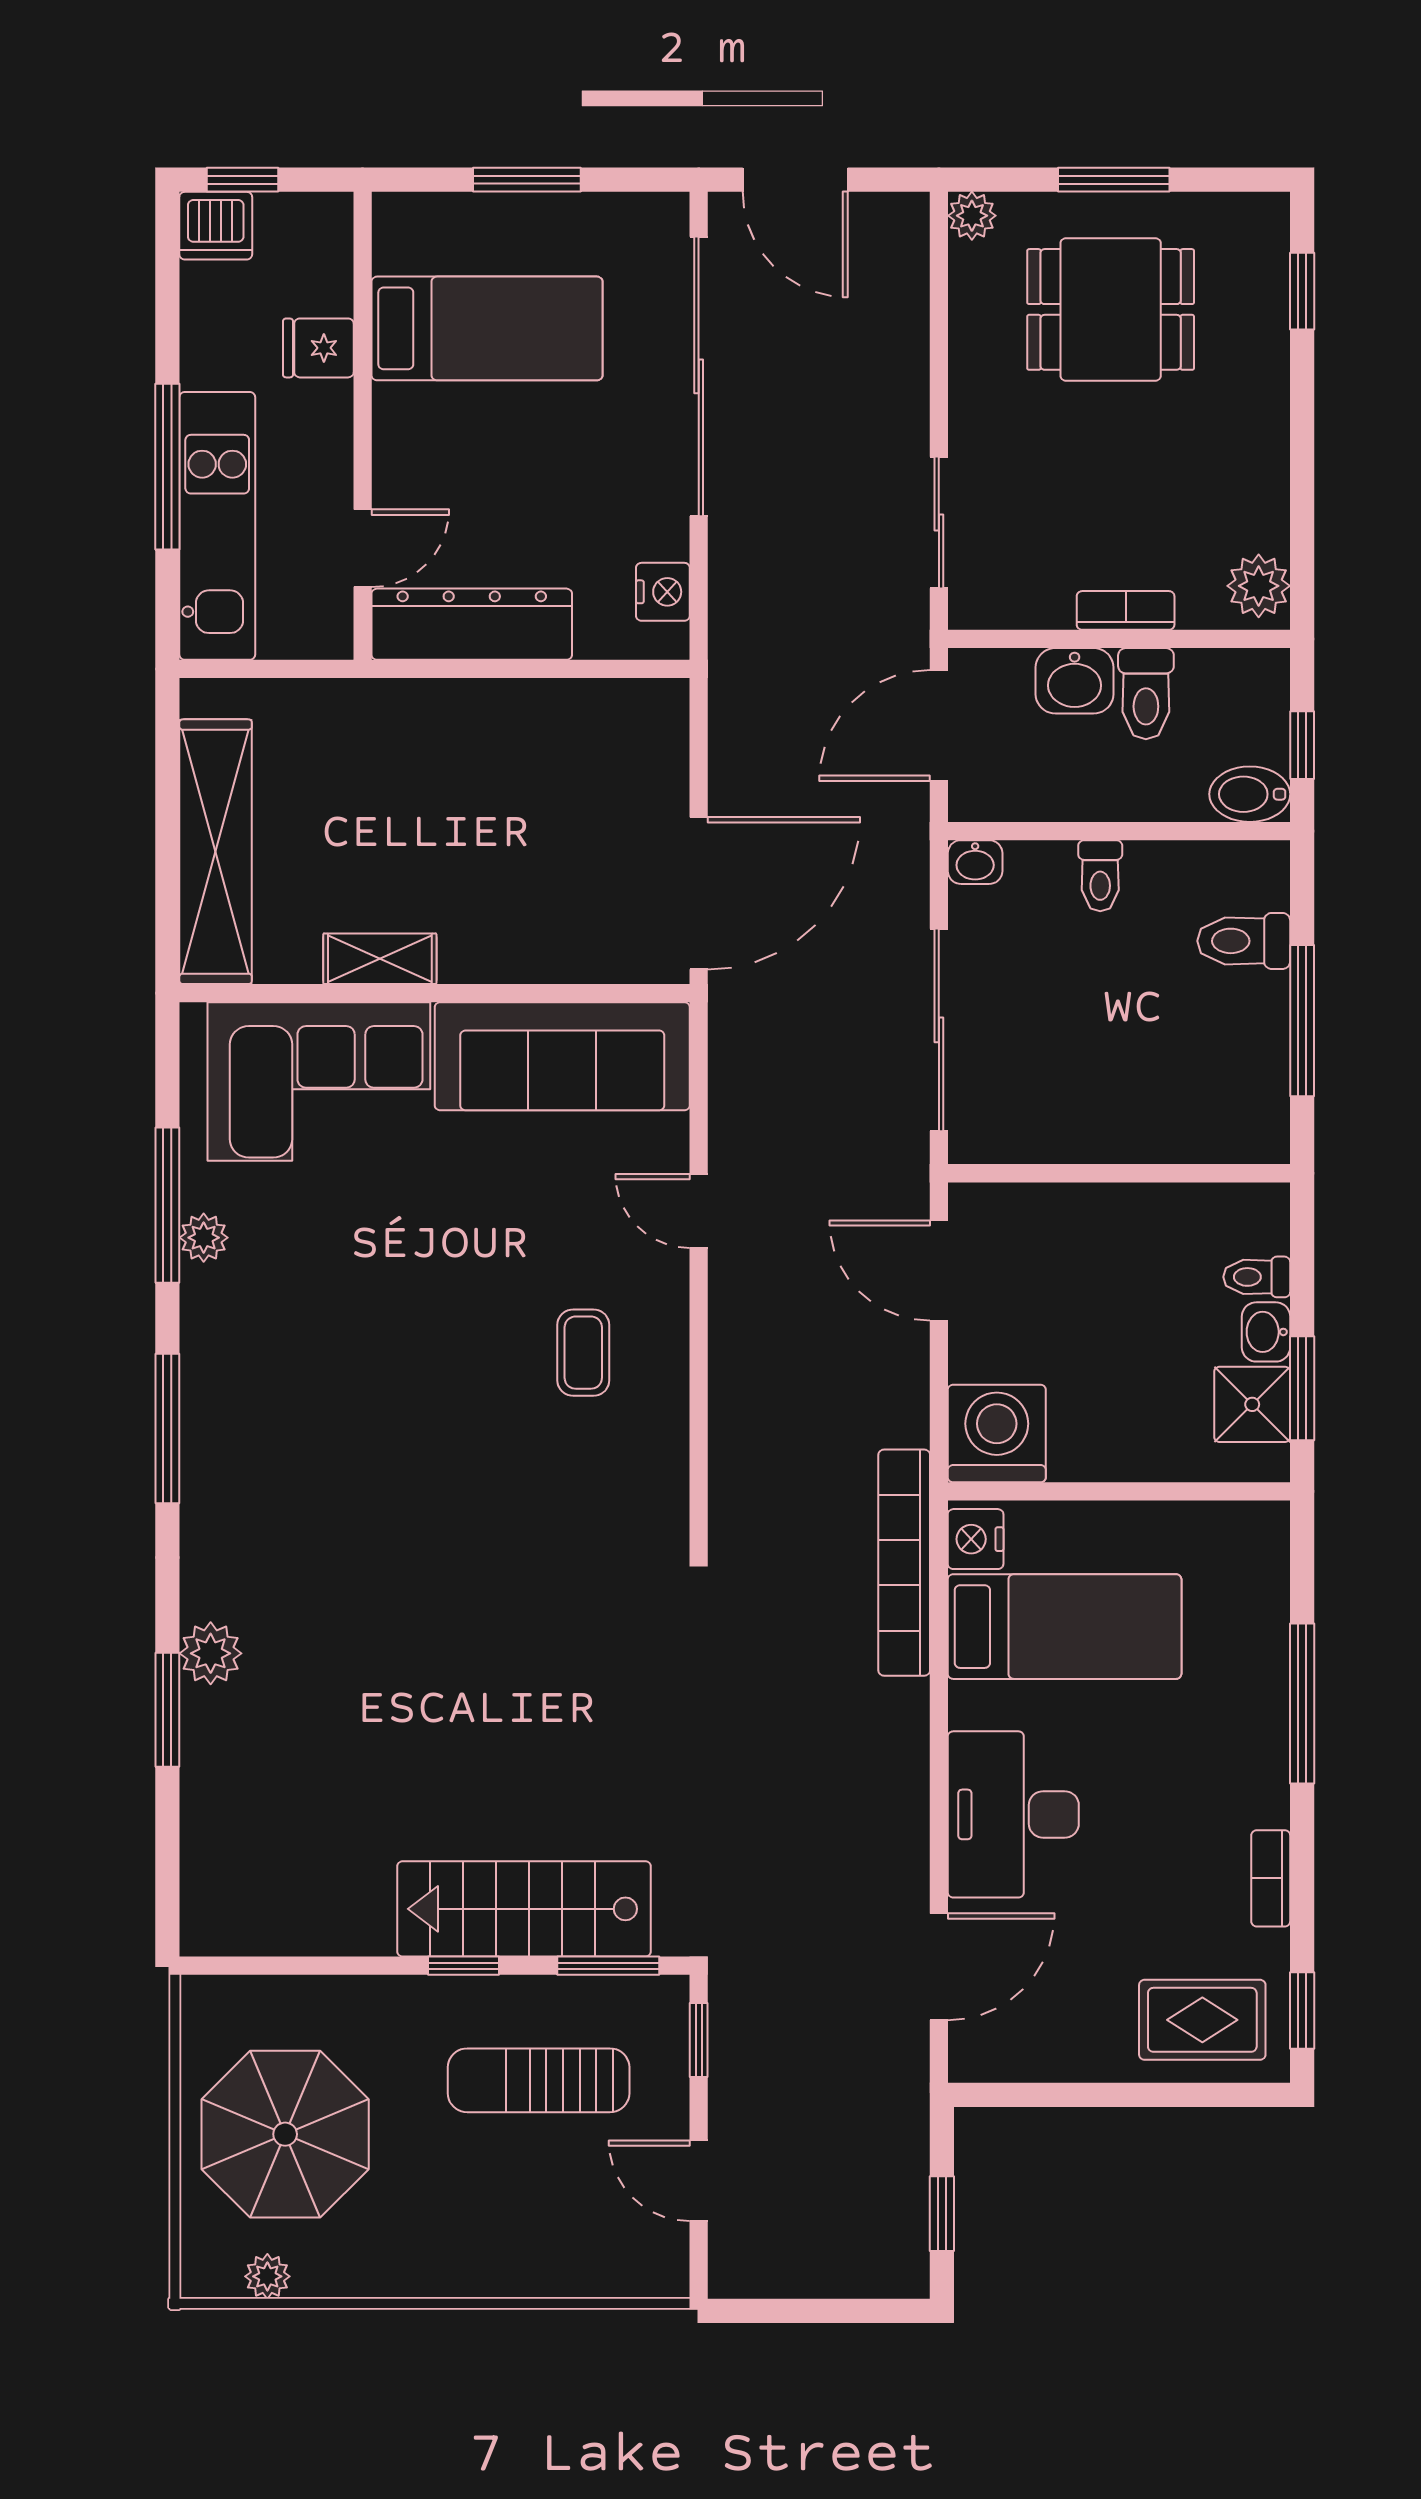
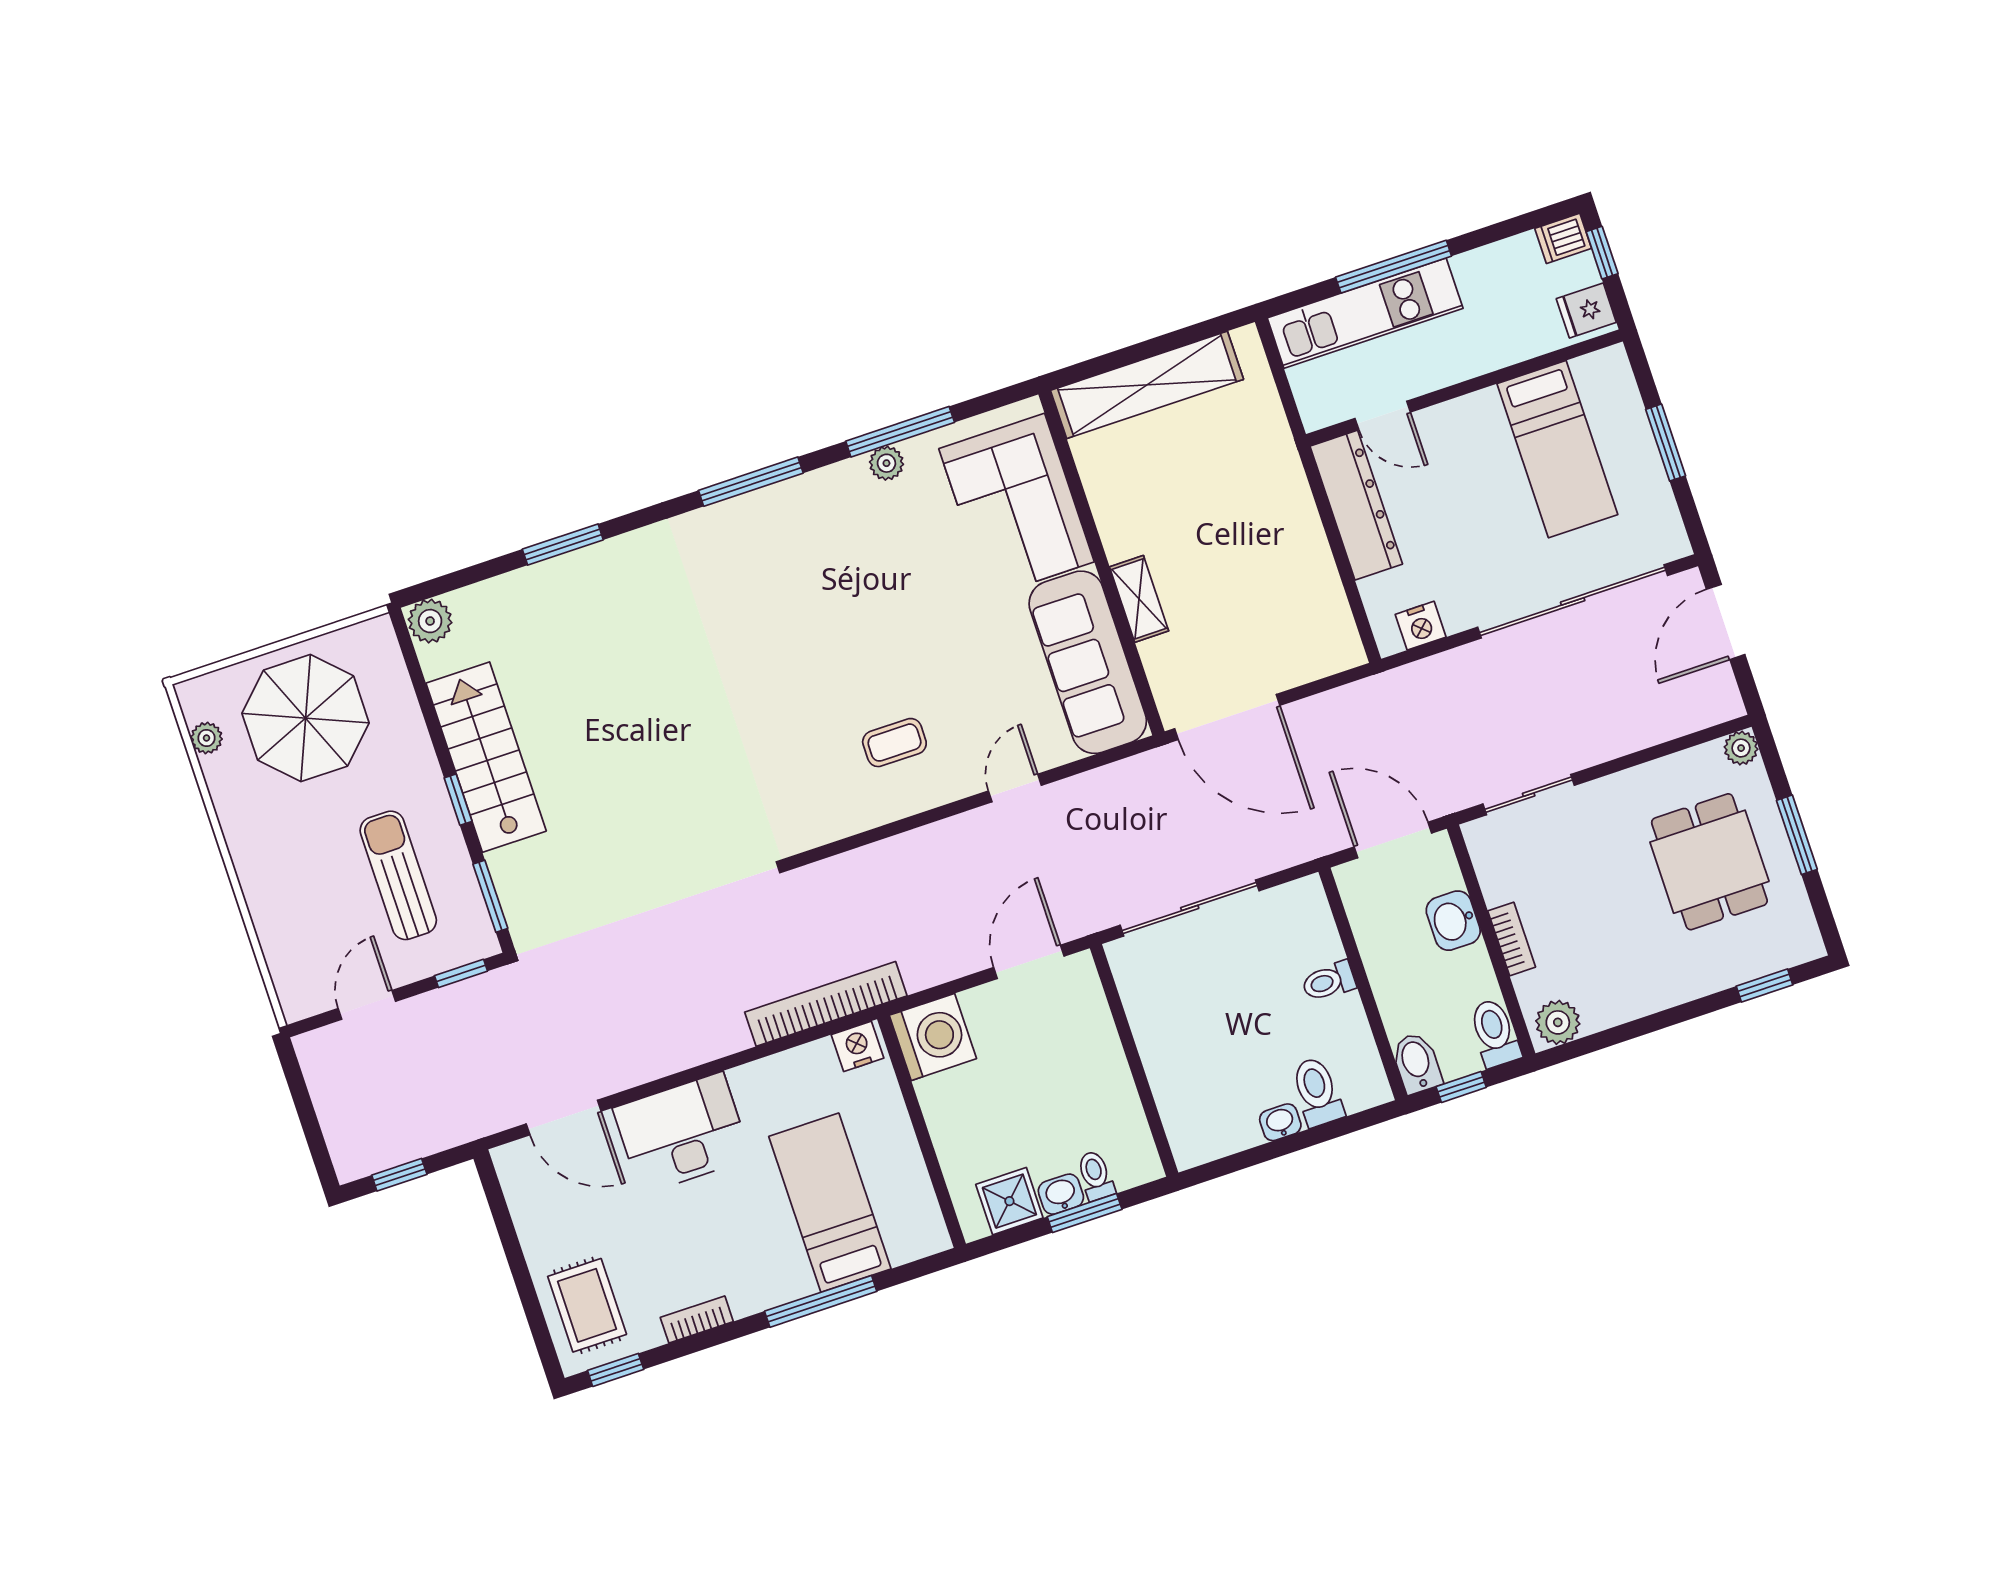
dishwasher: (216, 226) -> (1563, 238), width x0.73
fridge: (318, 348) -> (1586, 311), moved, turned -90
toilet: (1146, 694) -> (1495, 1033), moved, turned 90
washbasin: (975, 862) -> (1280, 1122), moved, turned 90
shelving: (380, 959) -> (1139, 599), moved
window: (1302, 1021) -> (1277, 1149), removed
window: (1302, 1388) -> (1085, 1213), moved
bed: (1065, 1627) -> (830, 1203), moved, turned 180
plant: (211, 1653) -> (430, 621), moved
stairs: (524, 1909) -> (486, 757), moved

